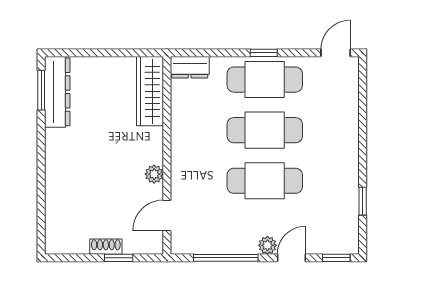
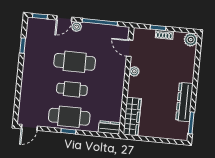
dresser: (57, 92) -> (184, 102), moved
cafe table: (265, 130) -> (72, 89), width x0.73, depth x0.74
door: (167, 215) -> (130, 48), swing flipped
plant: (57, 242) -> (191, 40), added

